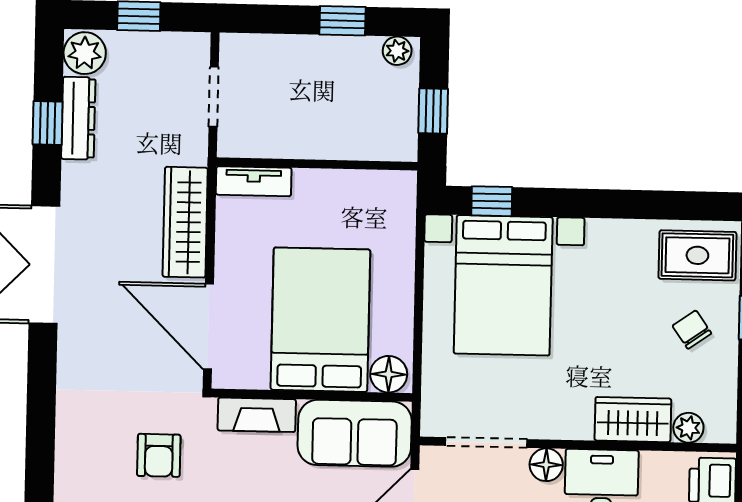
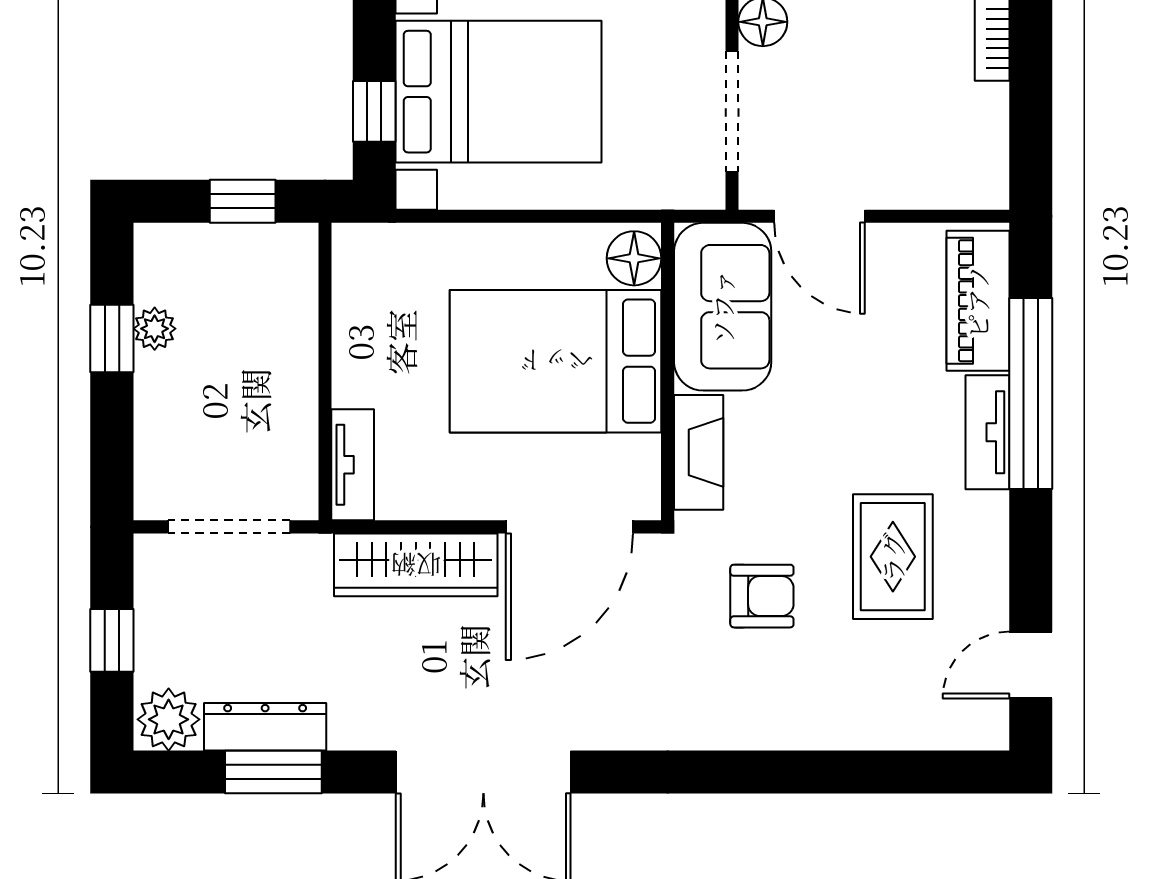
plant: (397, 51) -> (155, 329), moved
doorway: (214, 97) -> (229, 527), width x1.38
window: (48, 123) -> (273, 772), width x1.50

